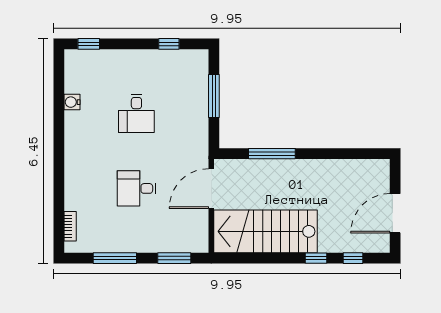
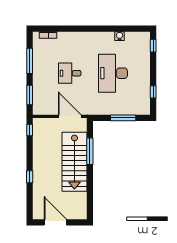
desk: (136, 113) -> (113, 73), width x1.87, depth x1.30
desk: (136, 188) -> (70, 73), turned -90
stairs: (265, 231) -> (74, 162), moved, turned 180
window: (353, 258) -> (30, 130), moved

